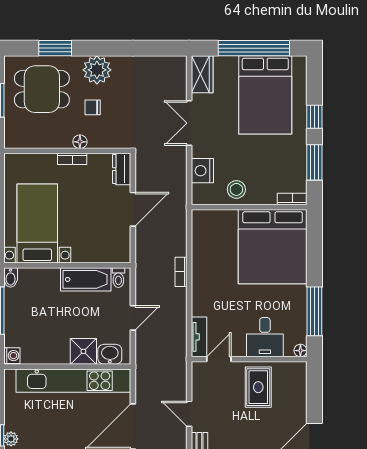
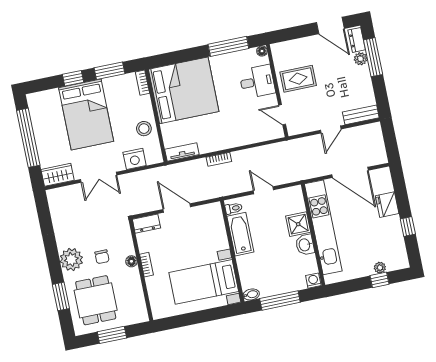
bed: (265, 95) -> (86, 114), moved, turned 90
tv unit: (199, 337) -> (182, 152), moved
washbasin: (110, 354) -> (305, 245), moved

